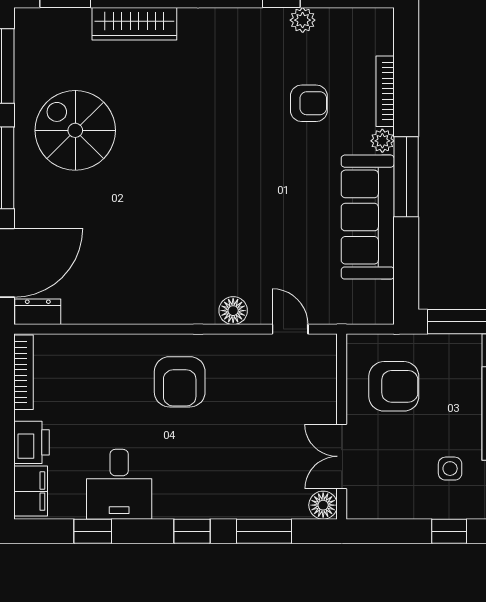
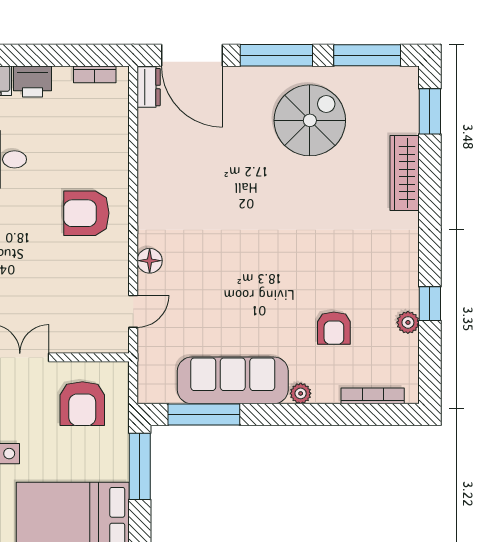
bookcase: (385, 91) -> (373, 396), moved
window: (406, 177) -> (204, 415), moved
bookcase: (23, 372) -> (95, 74), width x0.64

